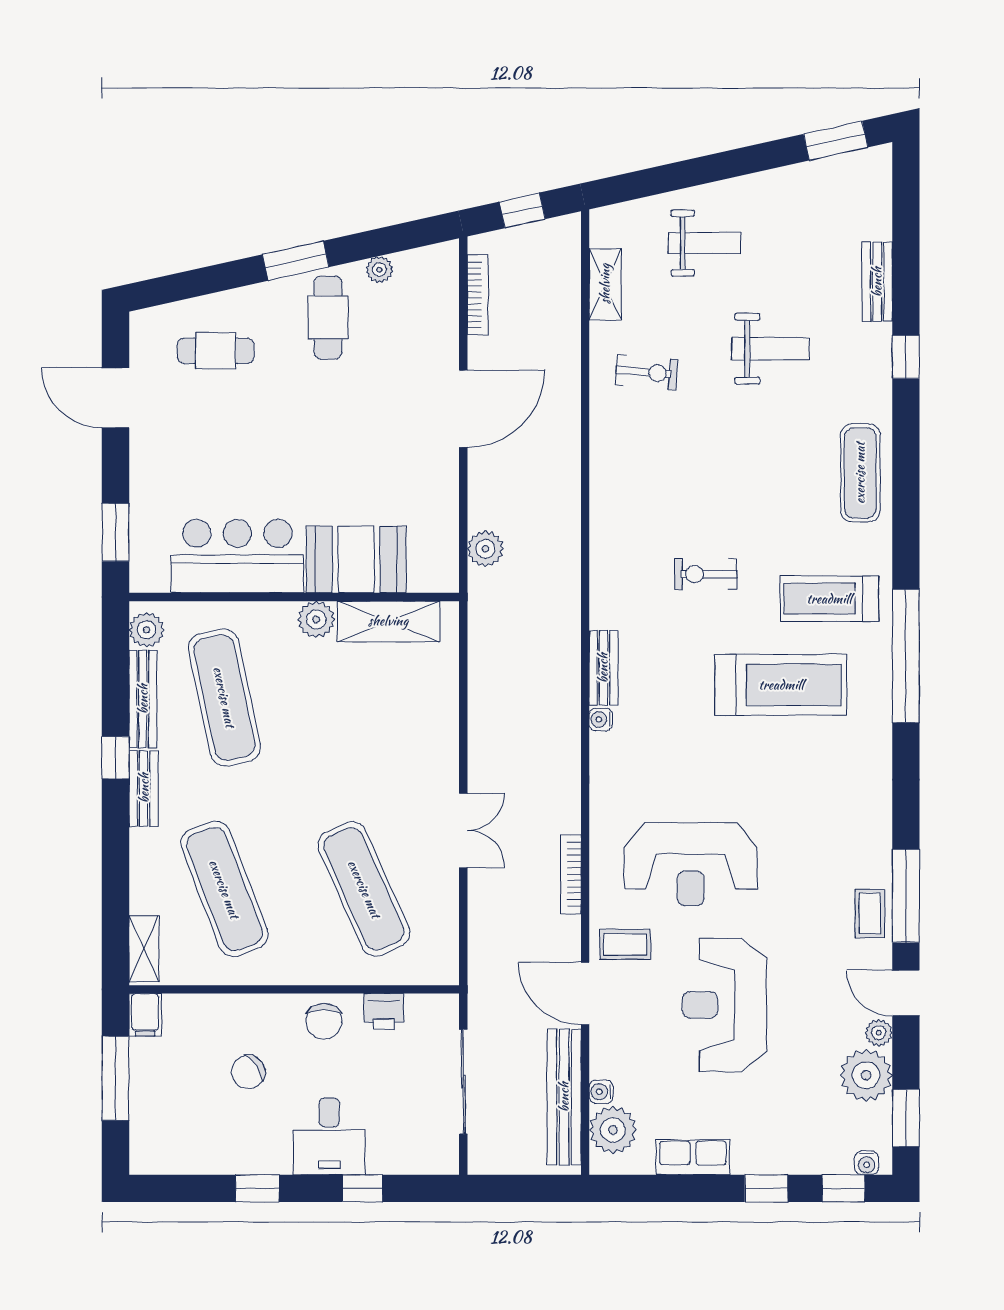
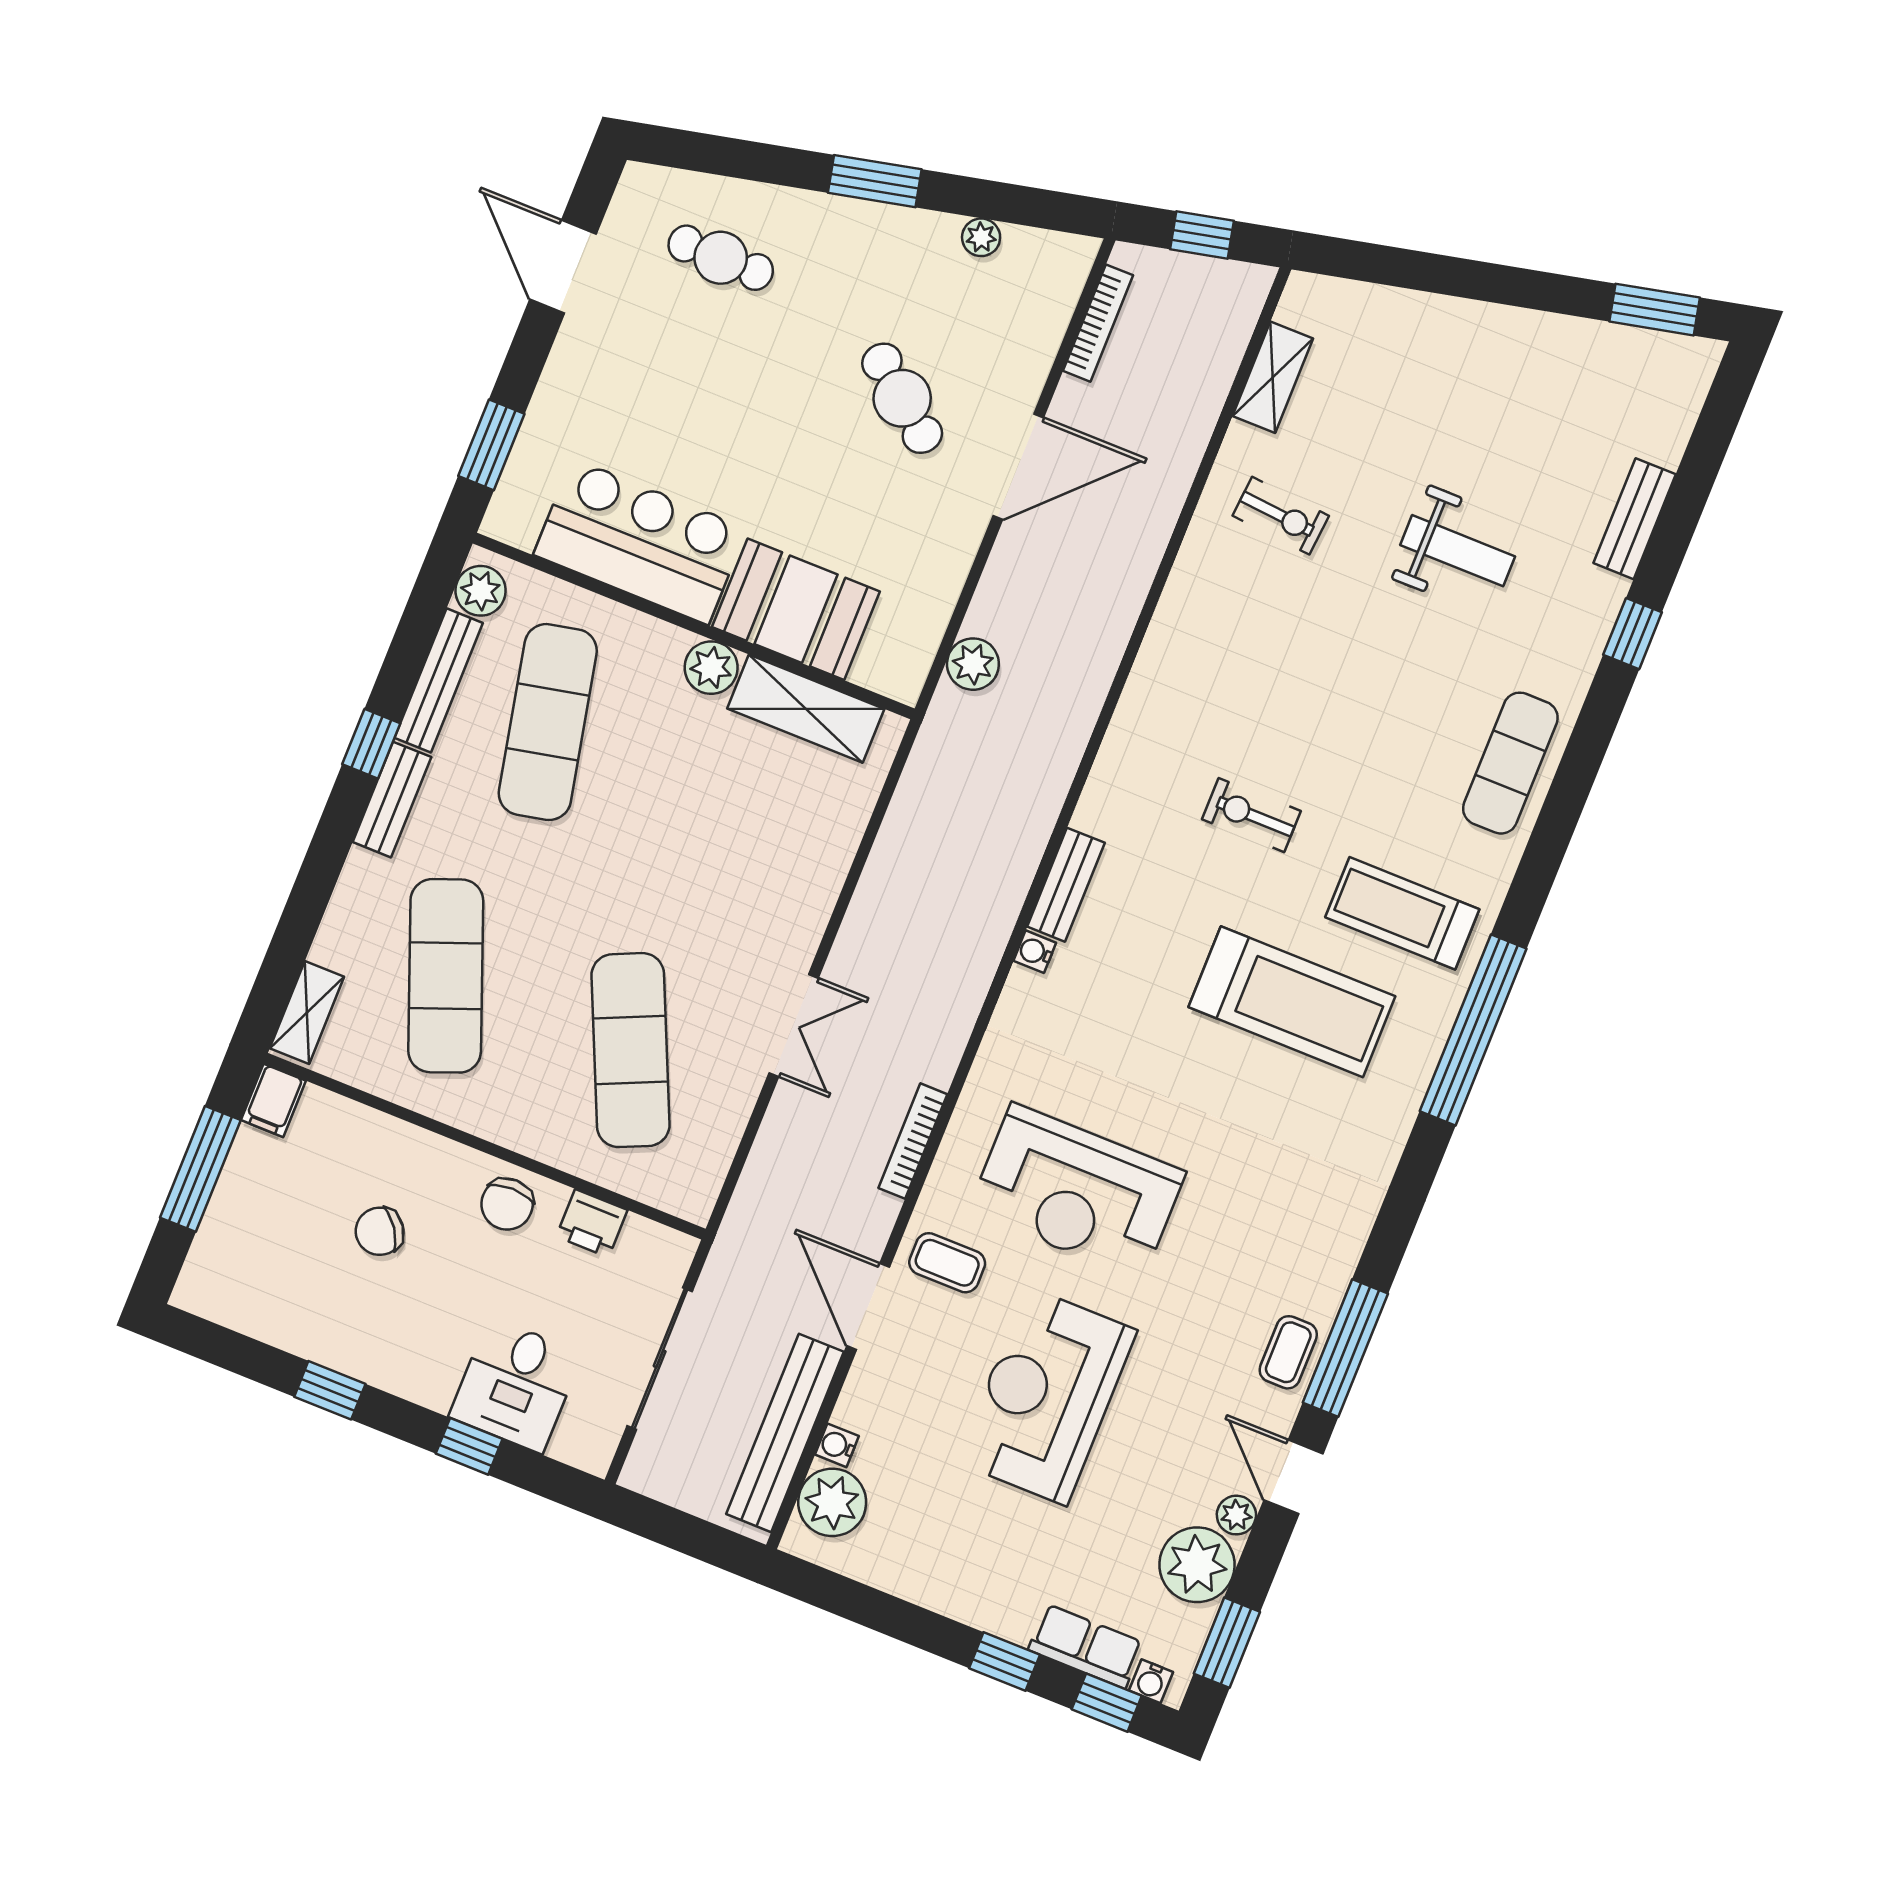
weight bench: (704, 243) -> (1426, 375), removed
cafe table: (328, 317) -> (902, 398), moved, turned -51
desk: (329, 1136) -> (516, 1385), moved
row of seats: (693, 1157) -> (1086, 1646), moved

